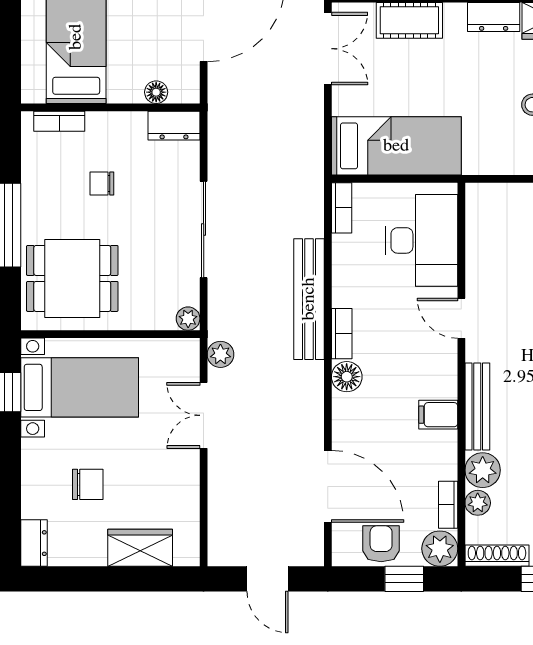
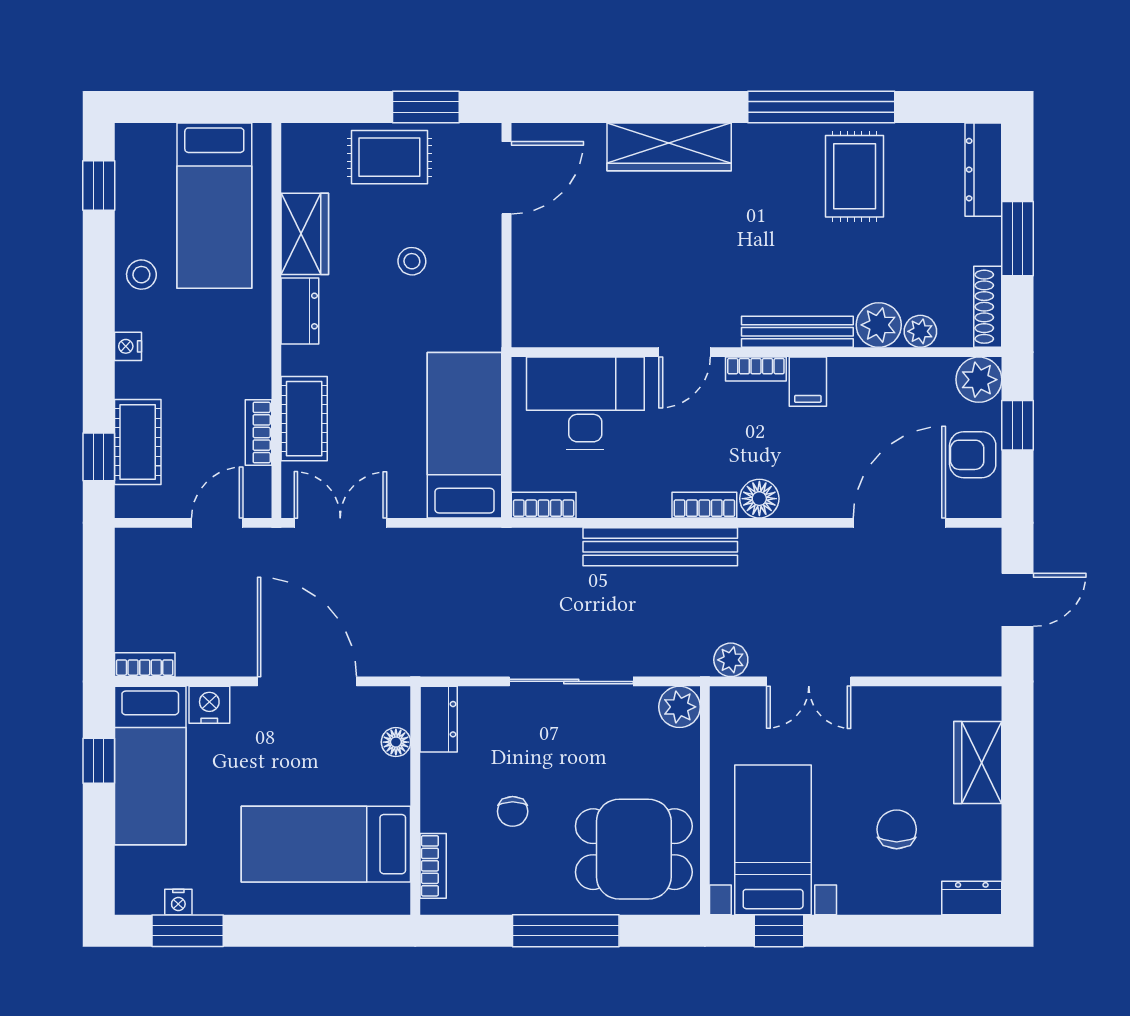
dining table: (72, 278) -> (634, 849), turned 90
plant: (188, 319) -> (679, 707), width x1.38, depth x1.38
bookcase: (448, 505) -> (756, 369), moved

